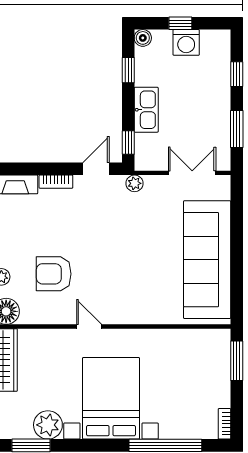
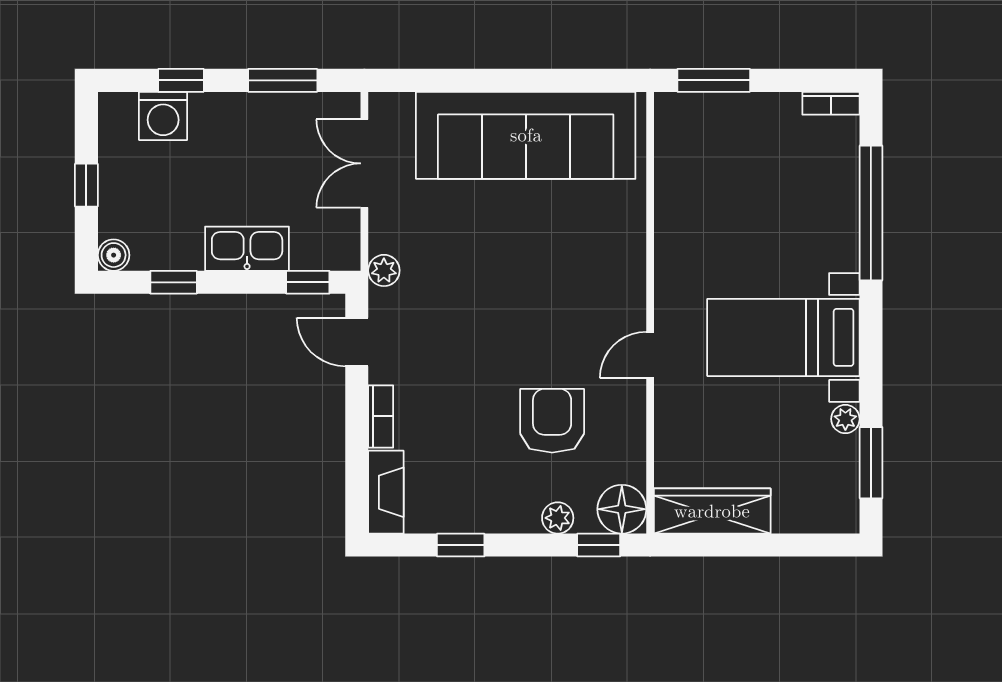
washing machine: (186, 42) -> (163, 116), moved, turned 90
armchair: (54, 274) -> (552, 421), turned 180
bed with nightstands: (111, 398) -> (783, 337), width x0.73
plant: (48, 425) -> (845, 419), width x0.53, depth x0.53

